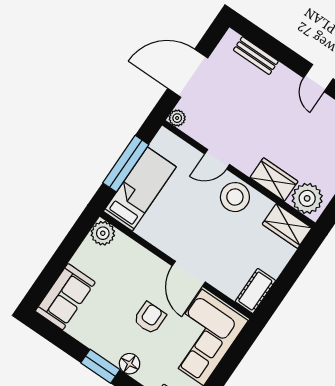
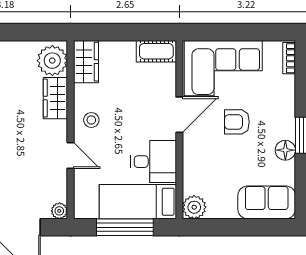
stool: (235, 197) -> (91, 120), width x0.53, depth x0.53
desk: (164, 225) -> (153, 162), added
floor lamp: (130, 364) -> (285, 150), moved

